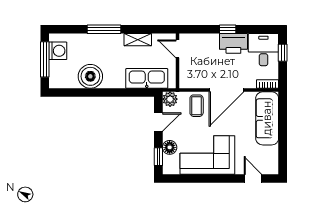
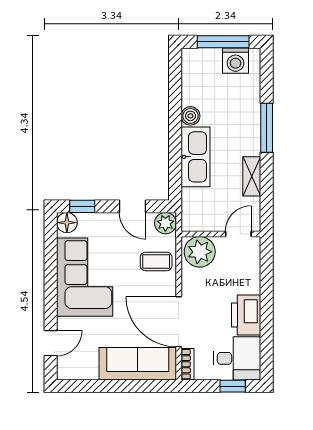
window: (228, 29) -> (267, 307), removed
boiler: (90, 76) -> (190, 116), width x0.54, depth x0.54
plant: (190, 76) -> (200, 252), added
kitchen sink: (147, 78) -> (196, 157), moved
door: (226, 90) -> (179, 322), moved
floor lamp: (170, 147) -> (67, 223), moved

